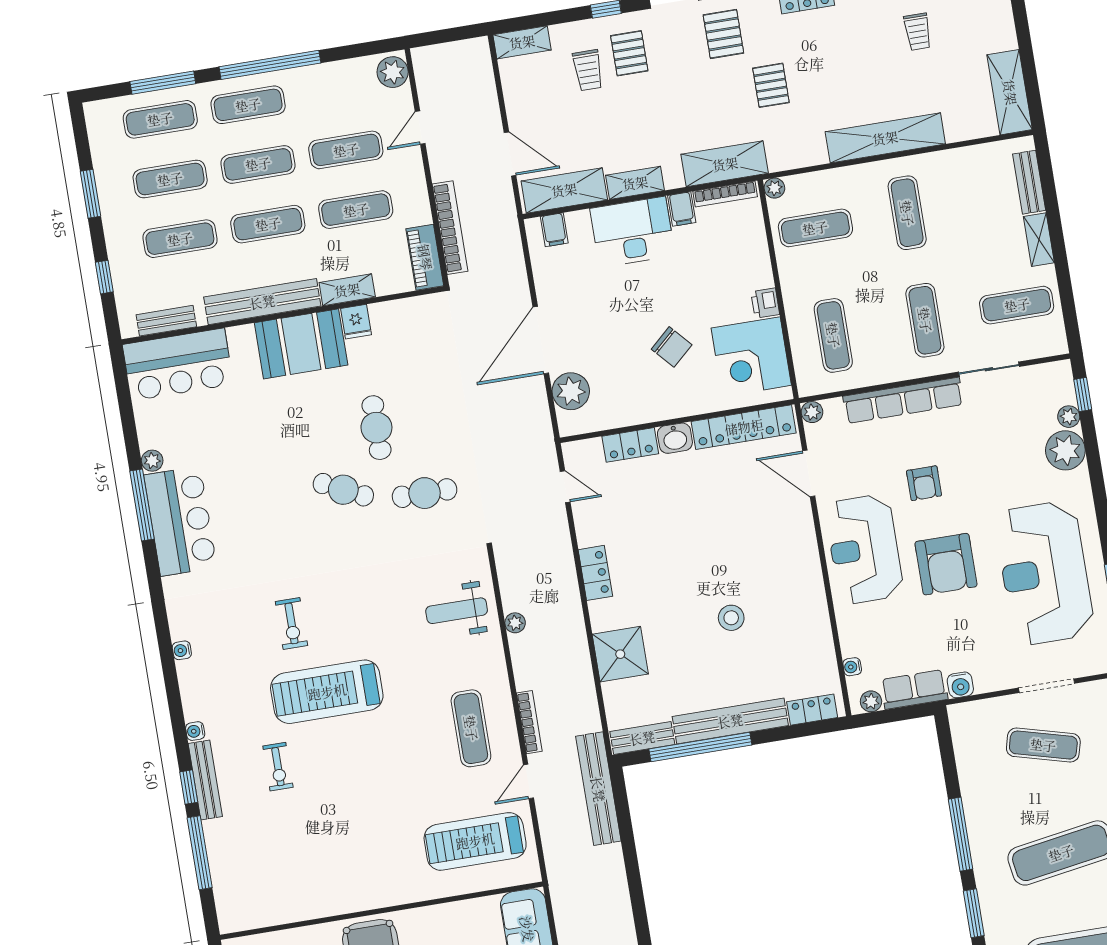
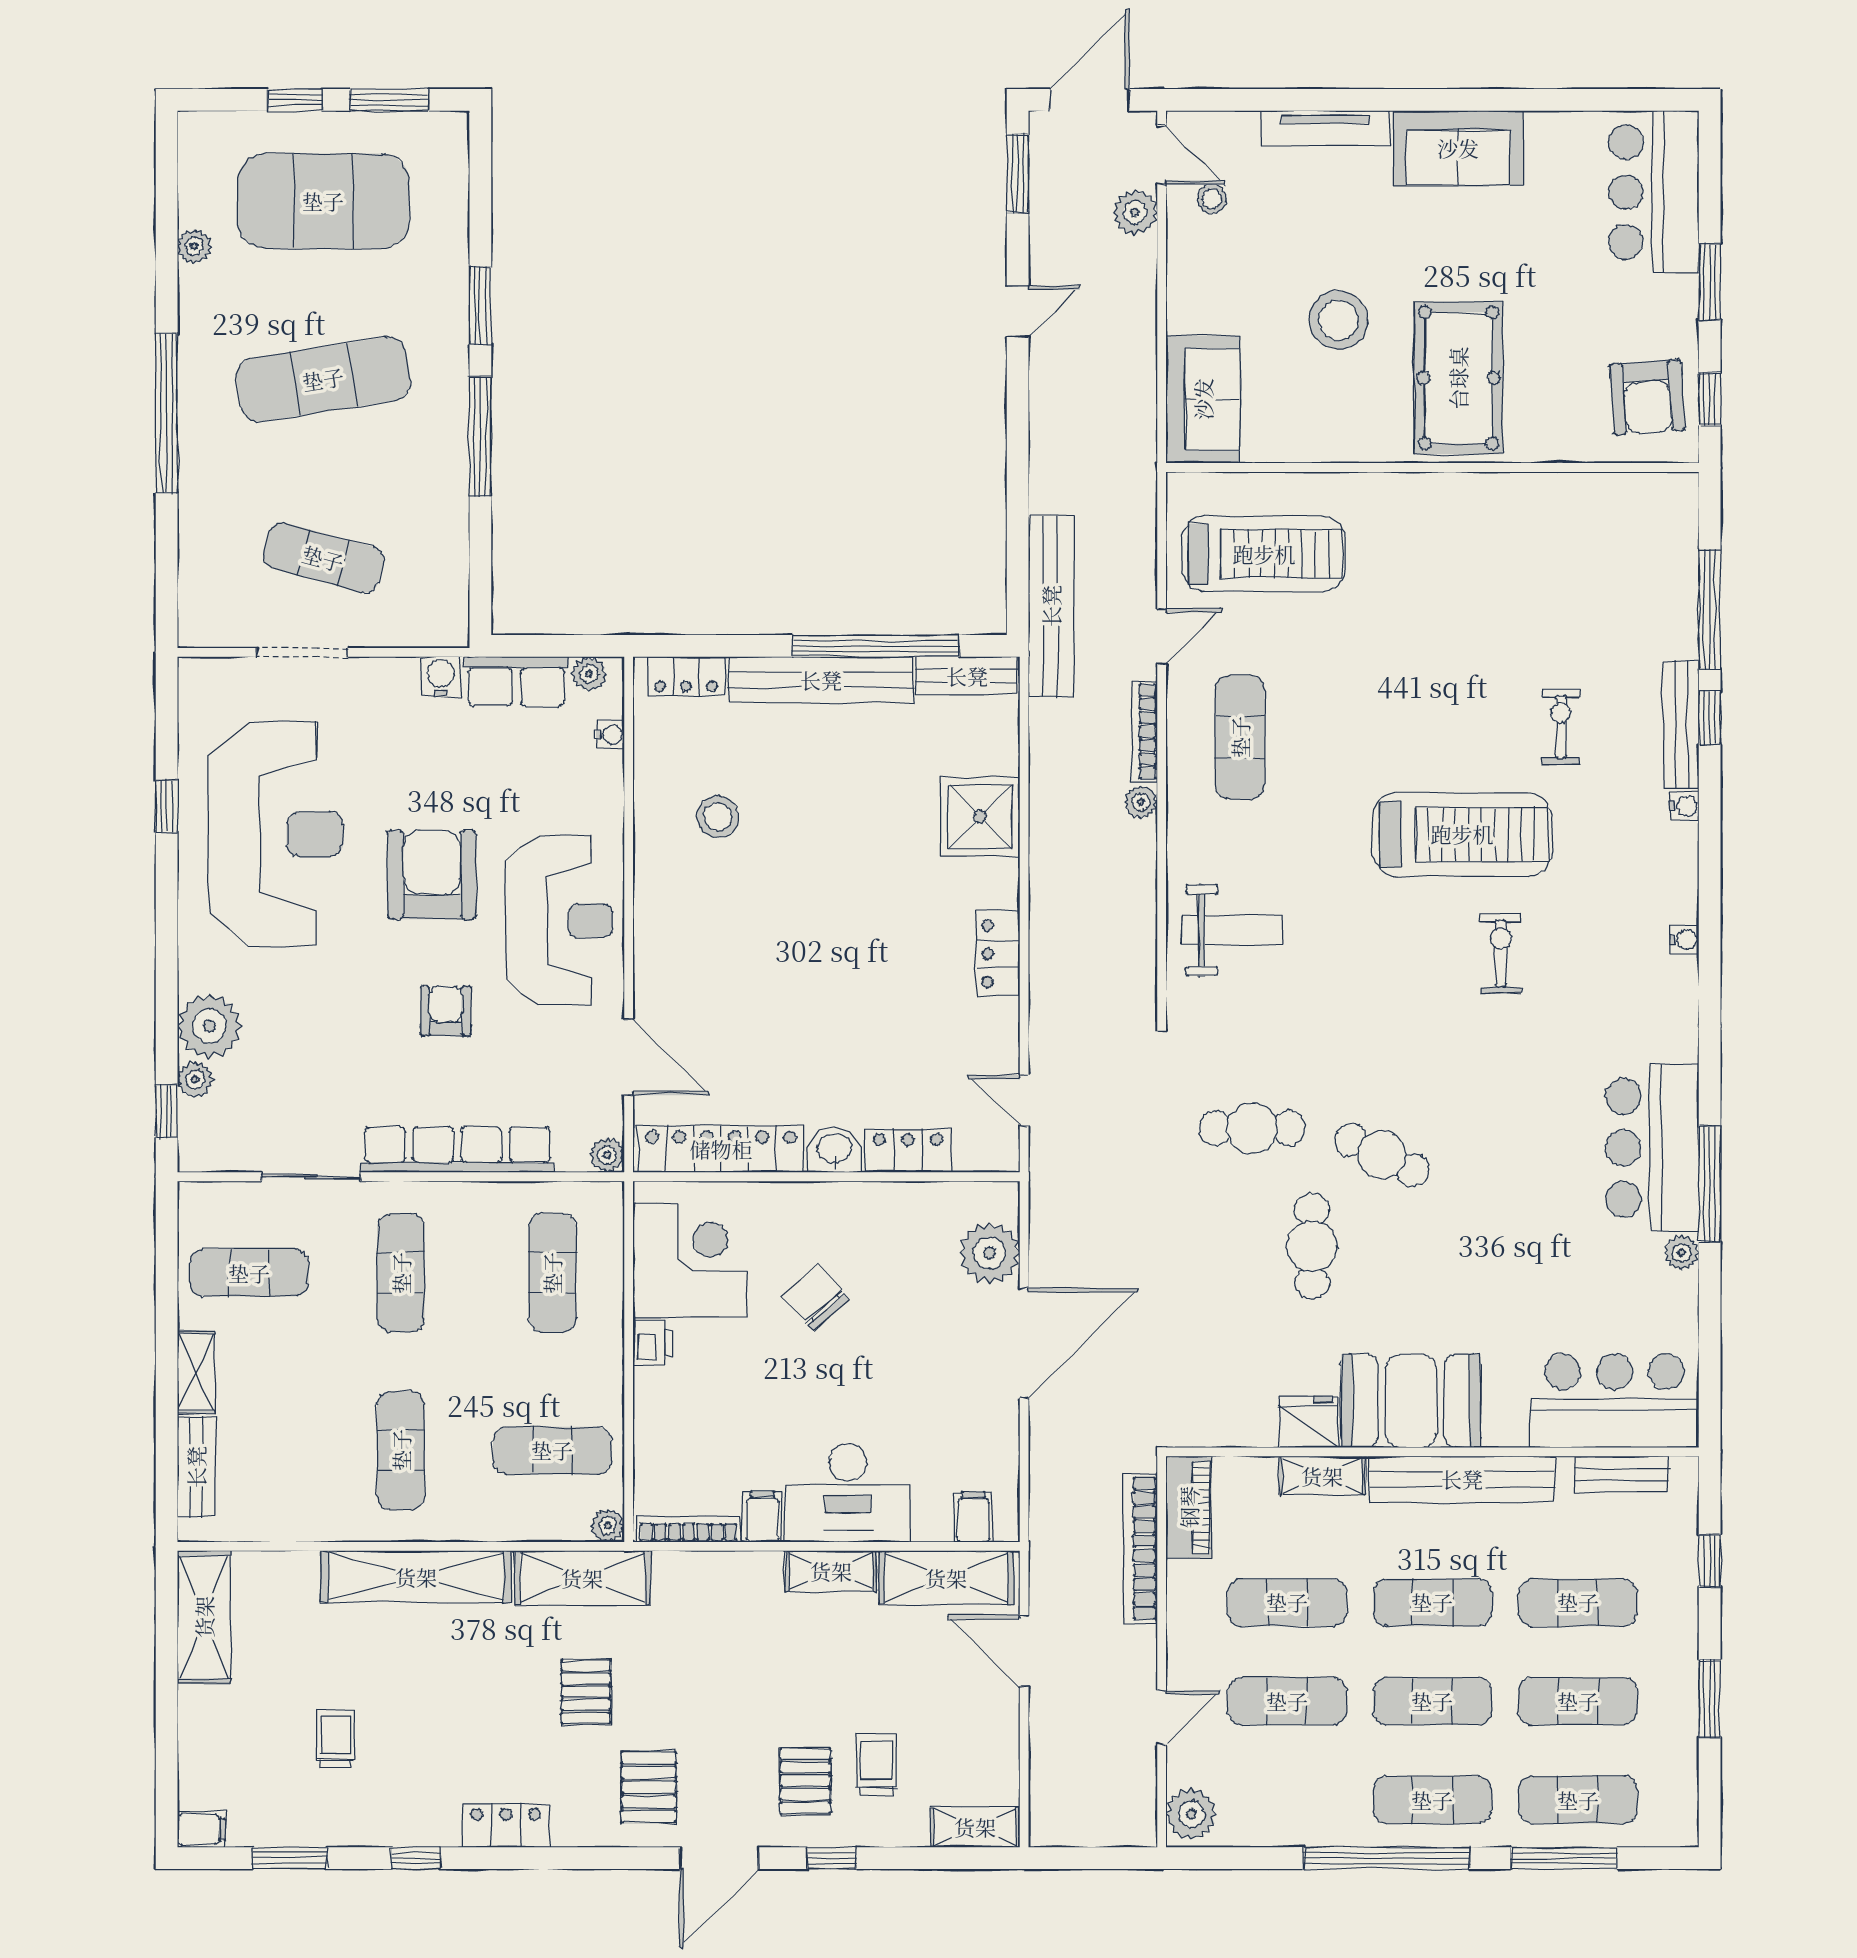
shelving: (725, 164) -> (582, 1578), moved
fridge: (356, 322) -> (1308, 1422), width x1.38
stool: (731, 618) -> (718, 817), moved
plant: (515, 623) -> (1141, 802), moved

